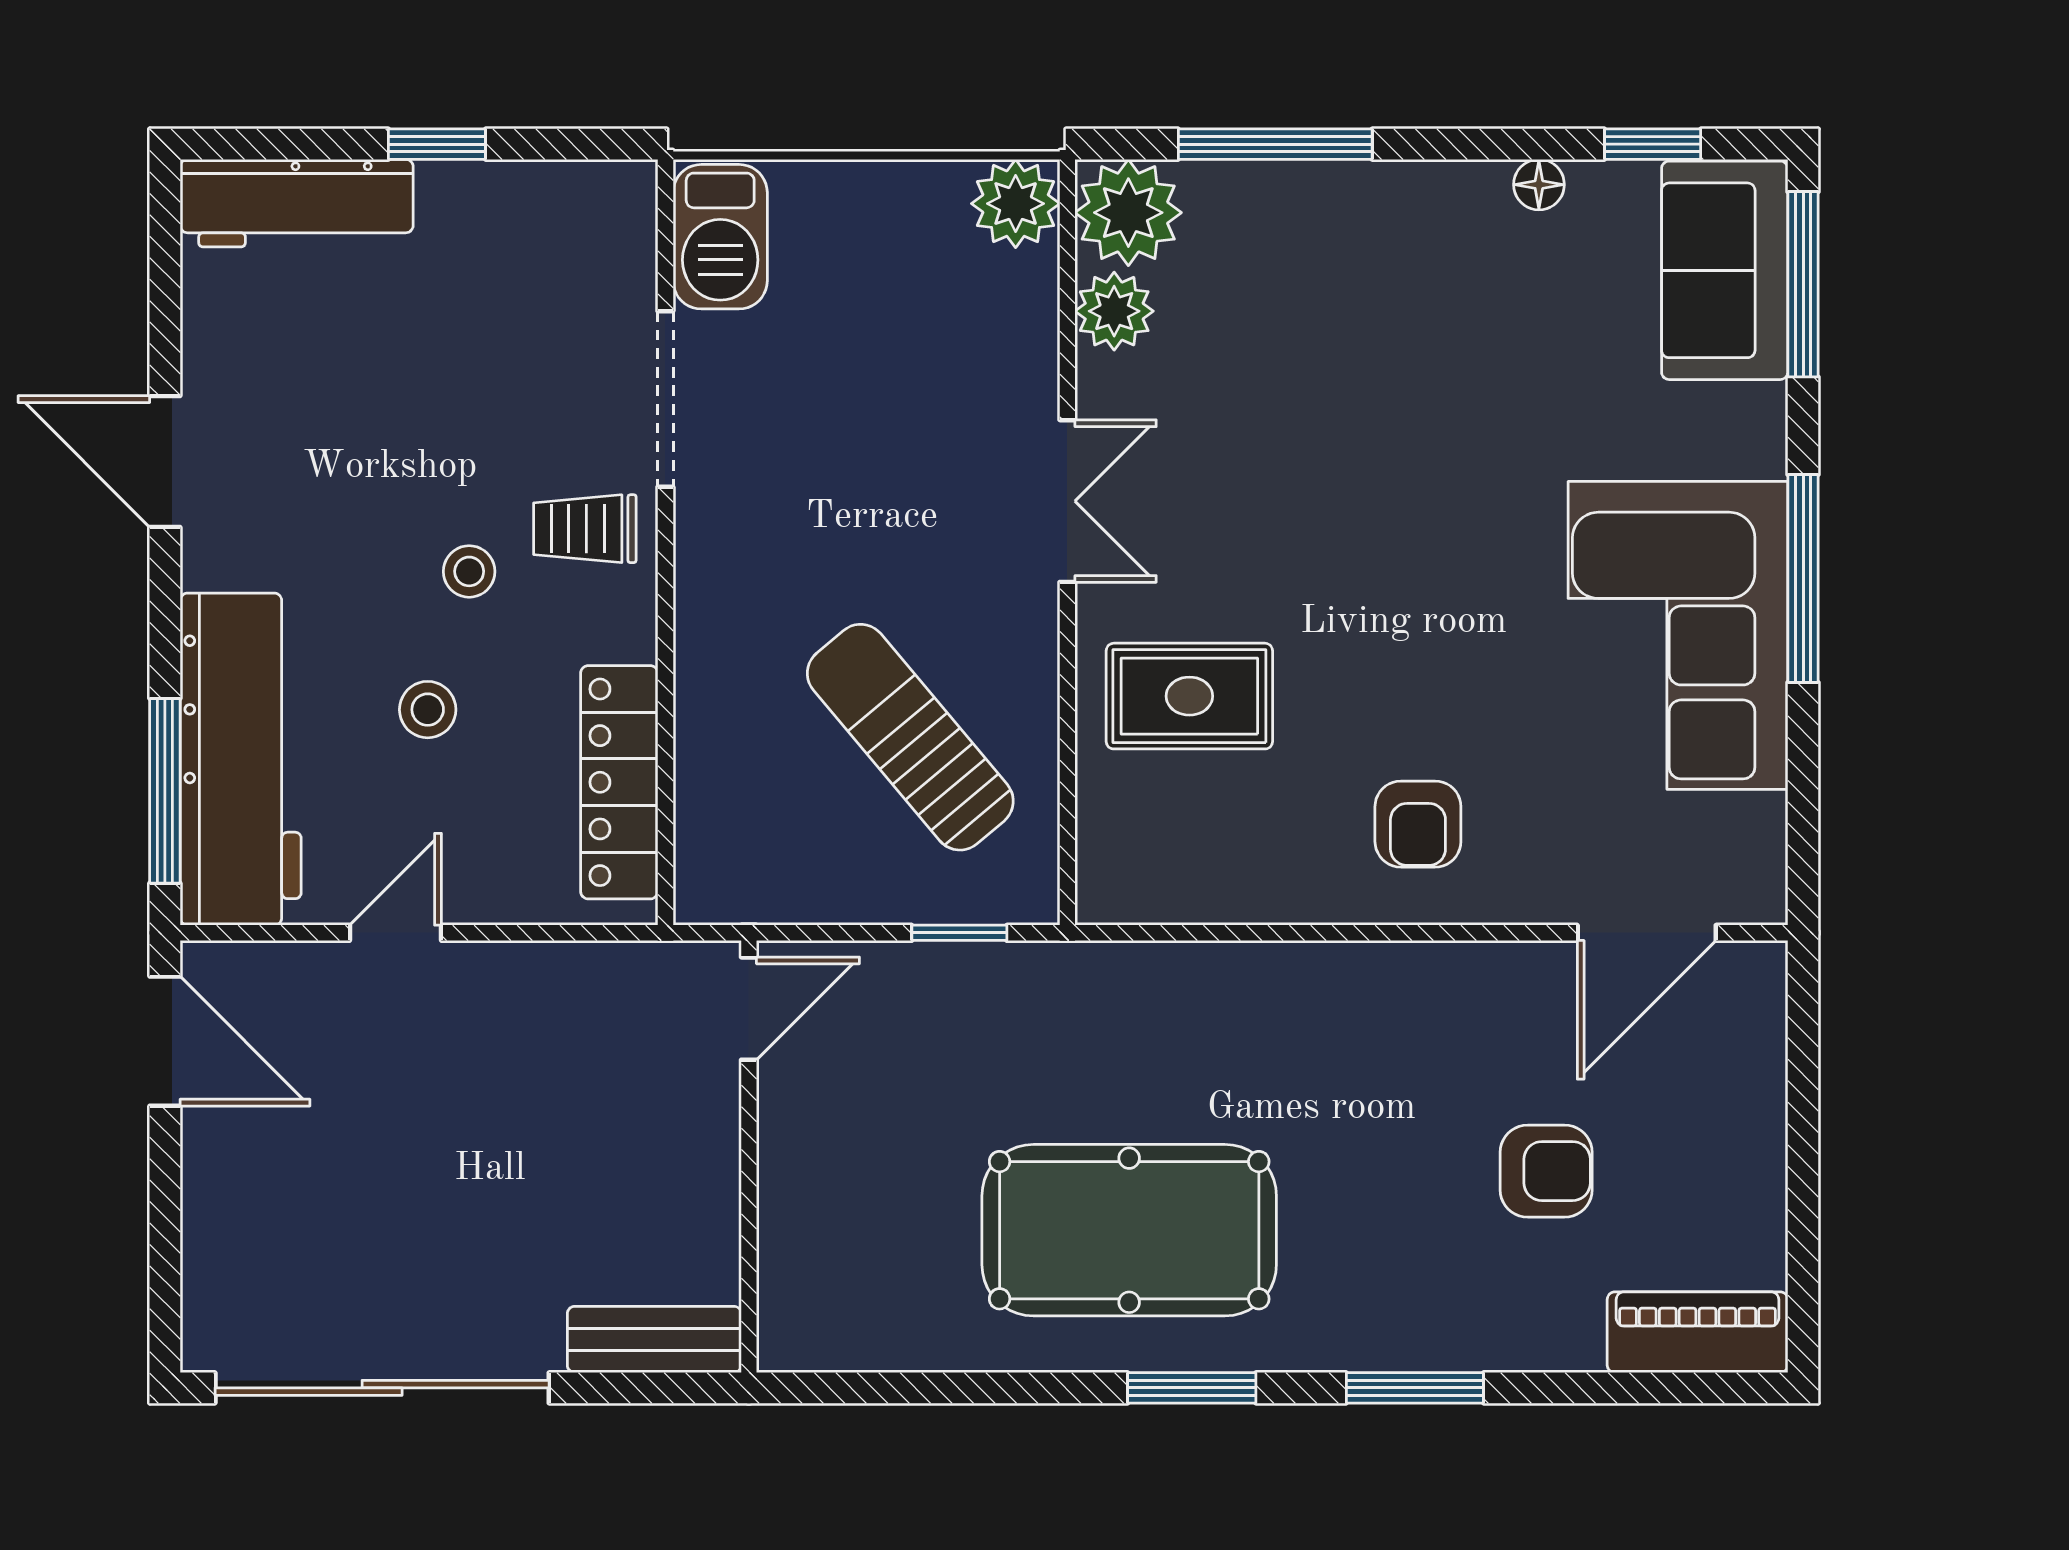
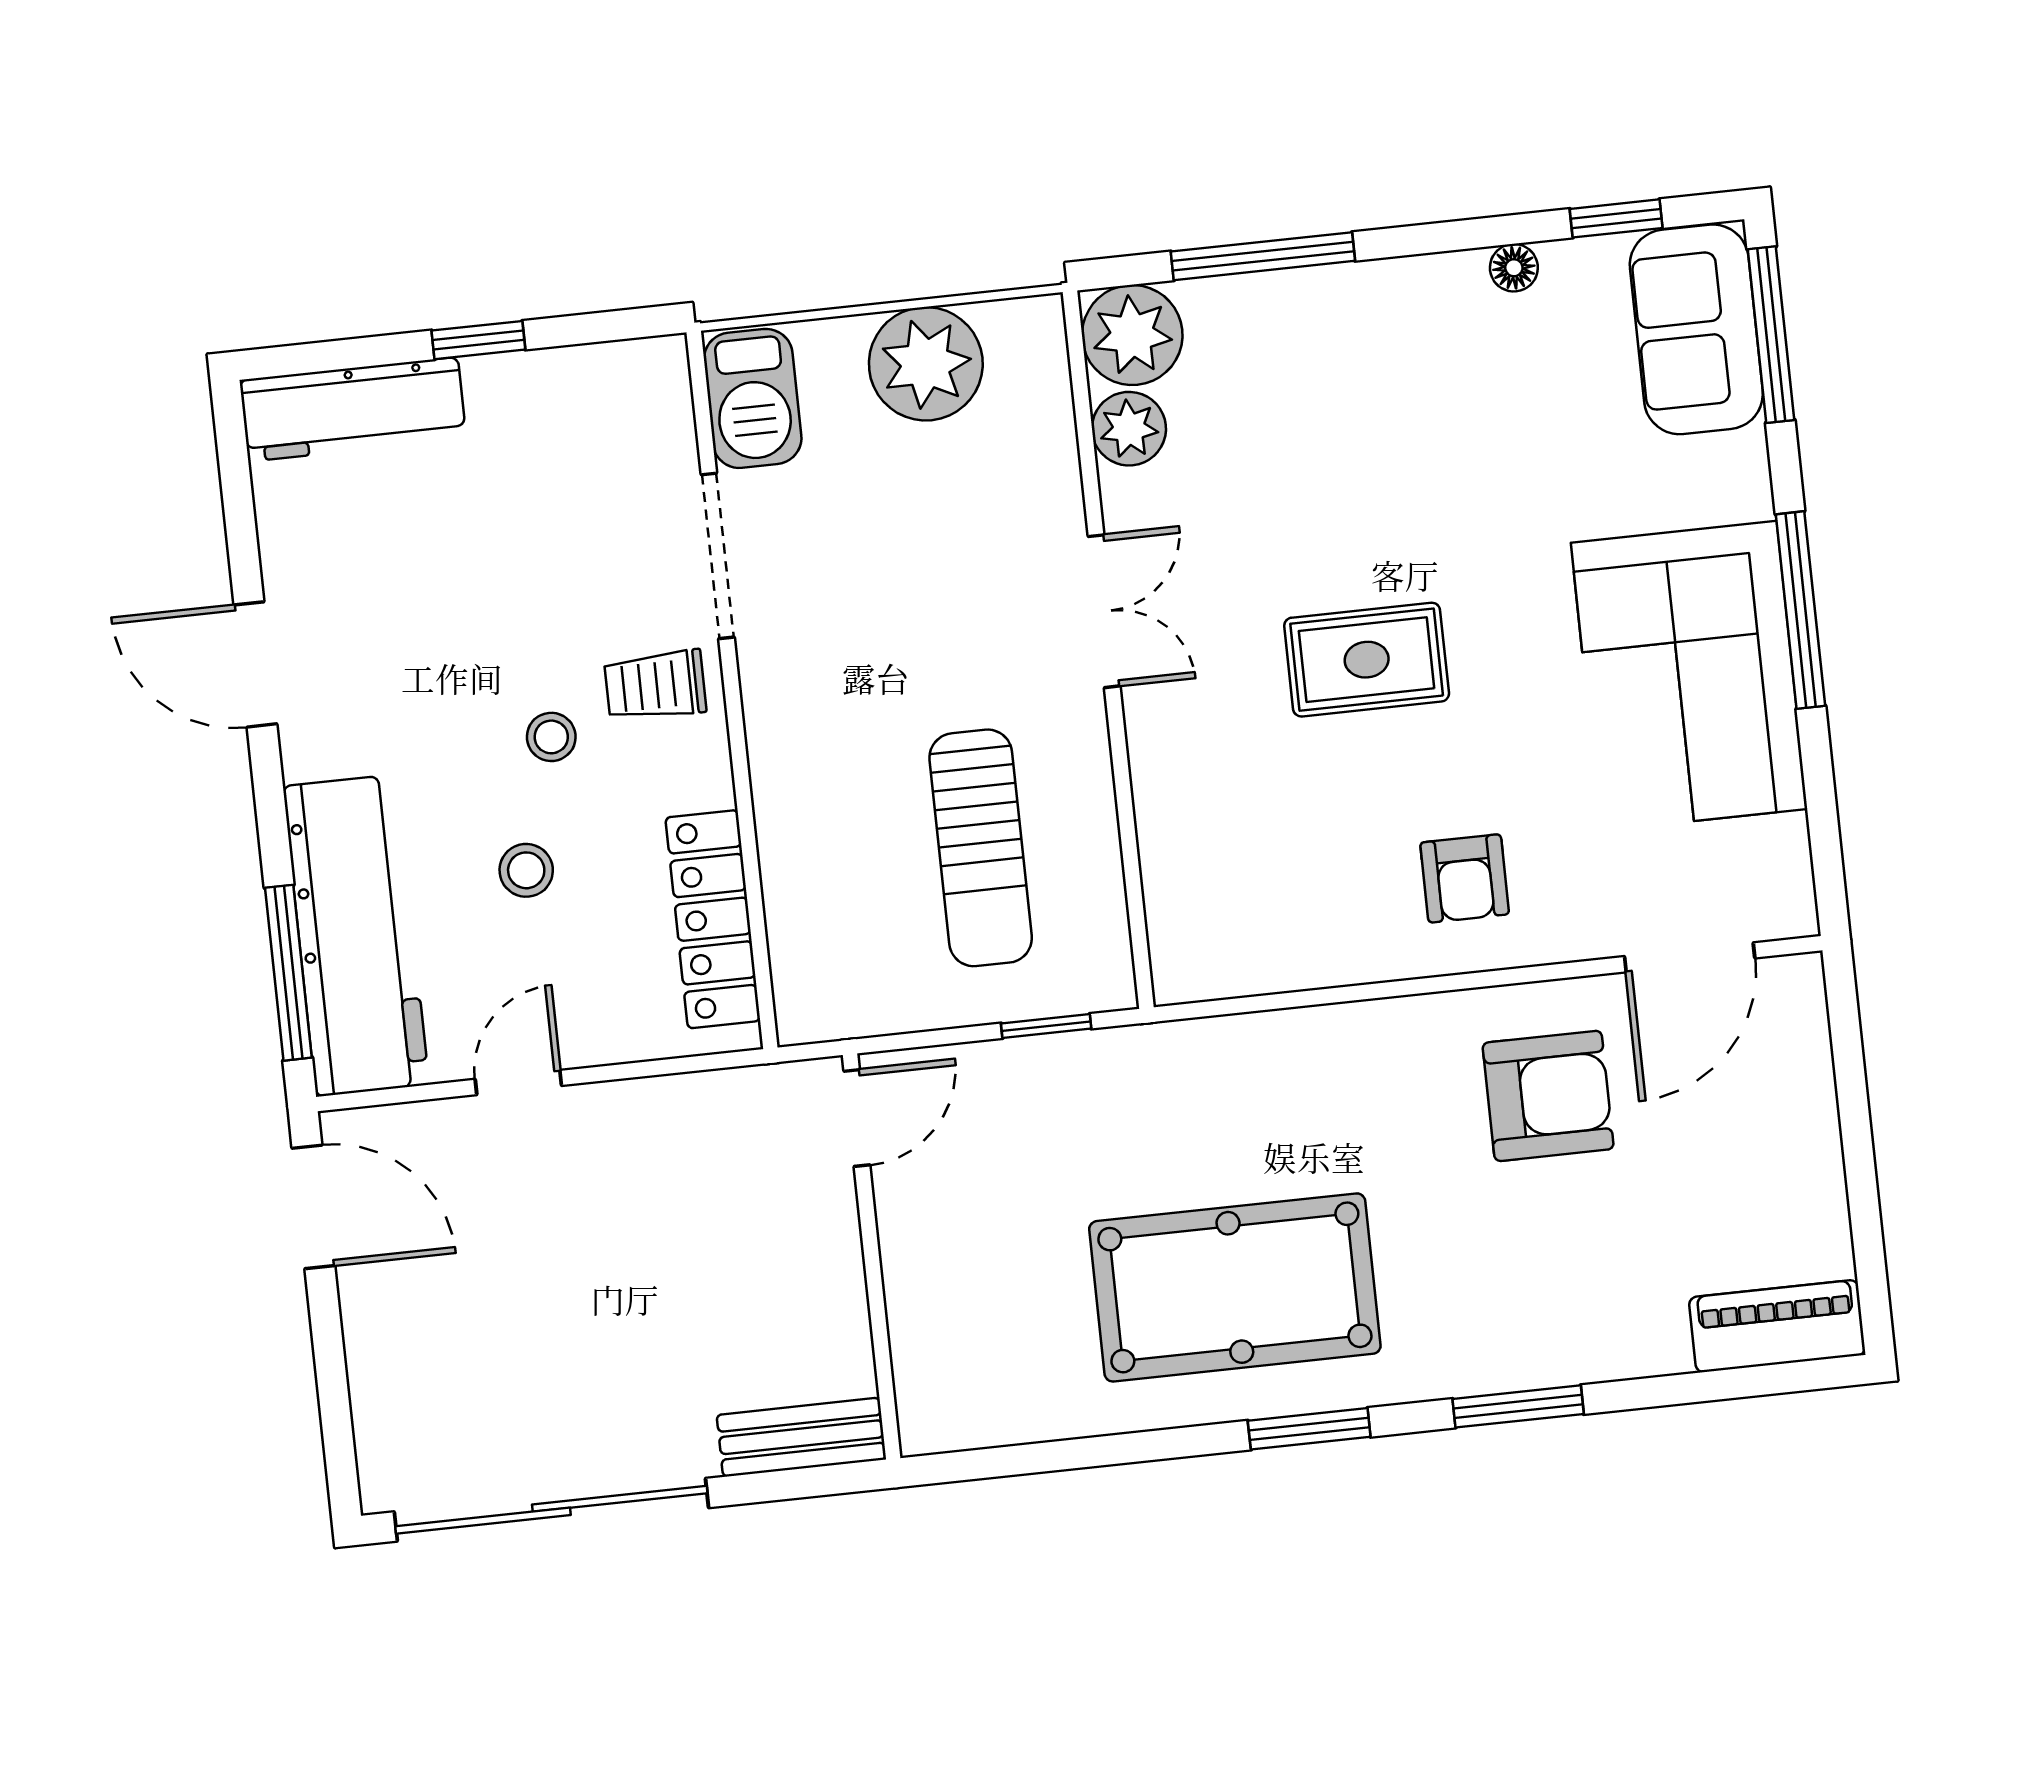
plant: (1016, 204) -> (926, 364), moved, width x1.36, depth x1.36
rug: (1189, 696) -> (1367, 660), moved
sun lounger: (910, 737) -> (981, 848), turned -140
armchair: (1546, 1171) -> (1548, 1096), moved, width x1.38, depth x1.38

